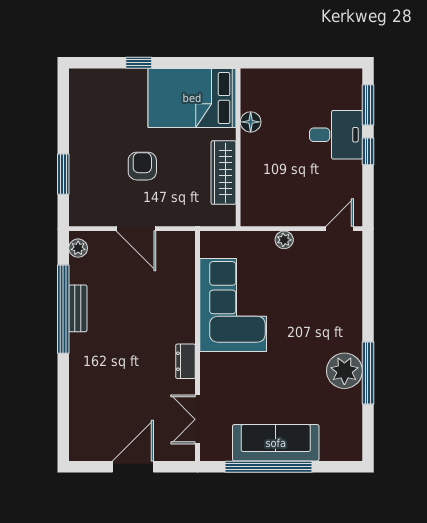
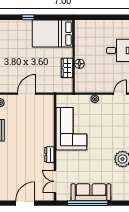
floor lamp: (251, 122) -> (79, 64), moved
armchair: (142, 166) -> (30, 65), removed
wardrobe: (224, 173) -> (67, 68), width x0.67
door: (136, 229) -> (27, 94), swing flipped

